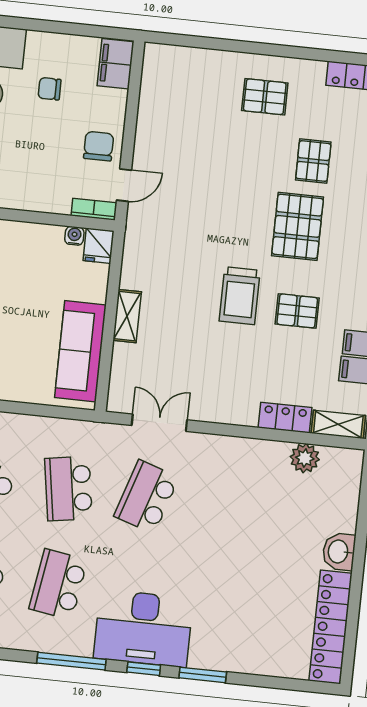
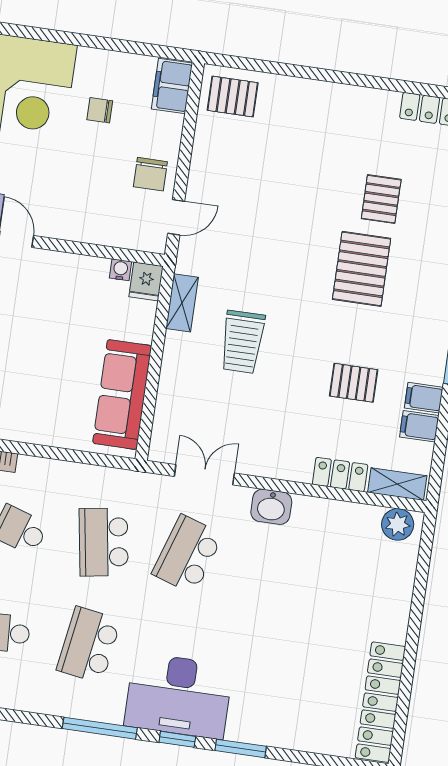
pallet: (265, 97) -> (233, 97), moved
chair: (99, 146) -> (150, 174), turned 180
bookcase: (94, 209) -> (143, 242), removed
trolley: (240, 296) -> (242, 342), moved
pallet: (297, 311) -> (354, 383), moved
shelving: (127, 316) -> (182, 303), moved
plant: (305, 458) -> (398, 524), moved
washbasin: (339, 552) -> (271, 507), moved, turned -90

